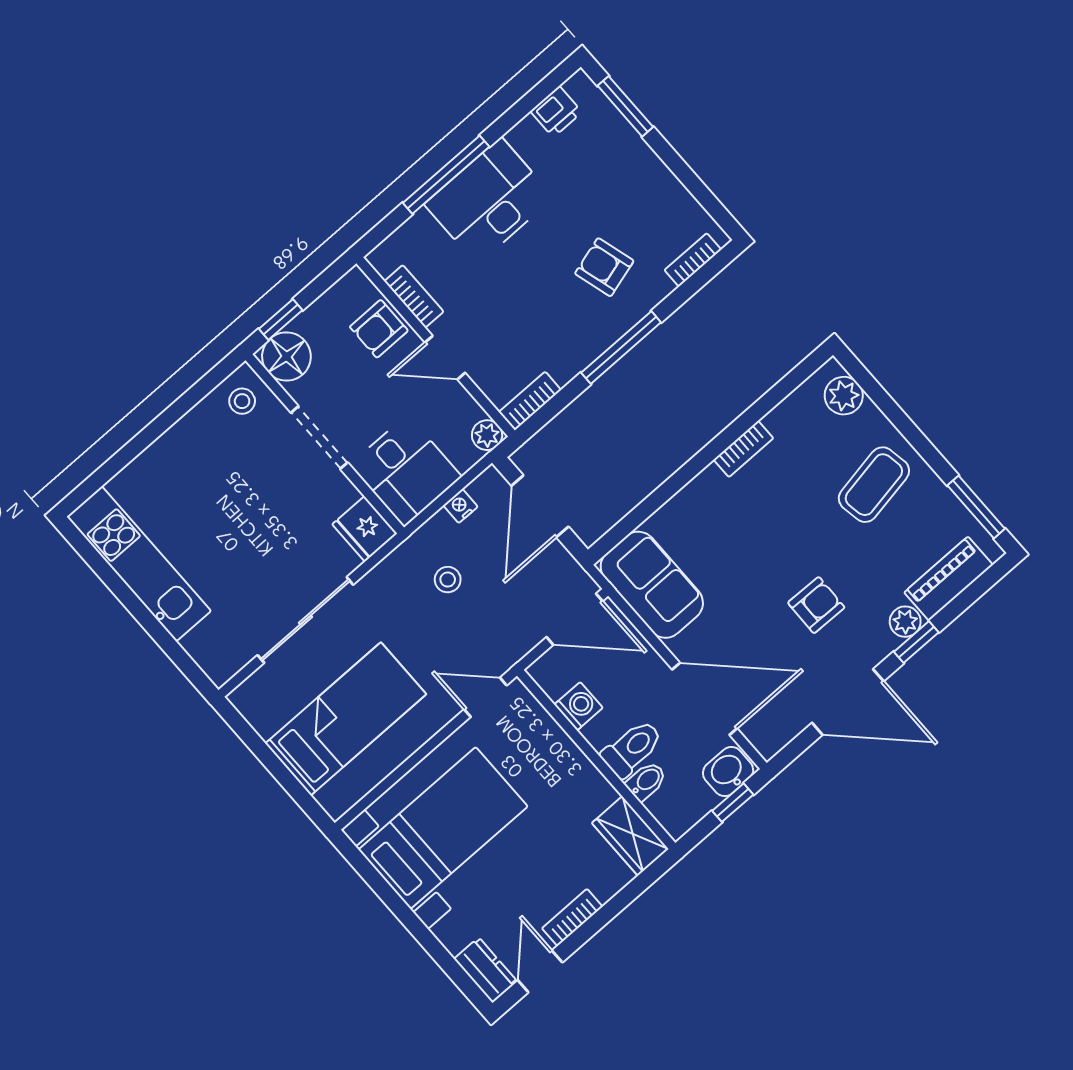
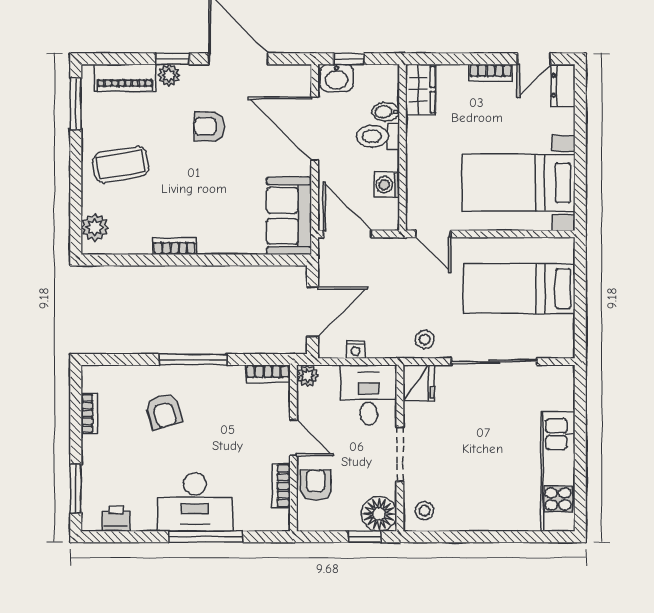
bookcase: (693, 260) -> (89, 413), moved, turned -90
armchair: (379, 329) -> (316, 485), turned -90
stool: (448, 580) -> (425, 339), moved

